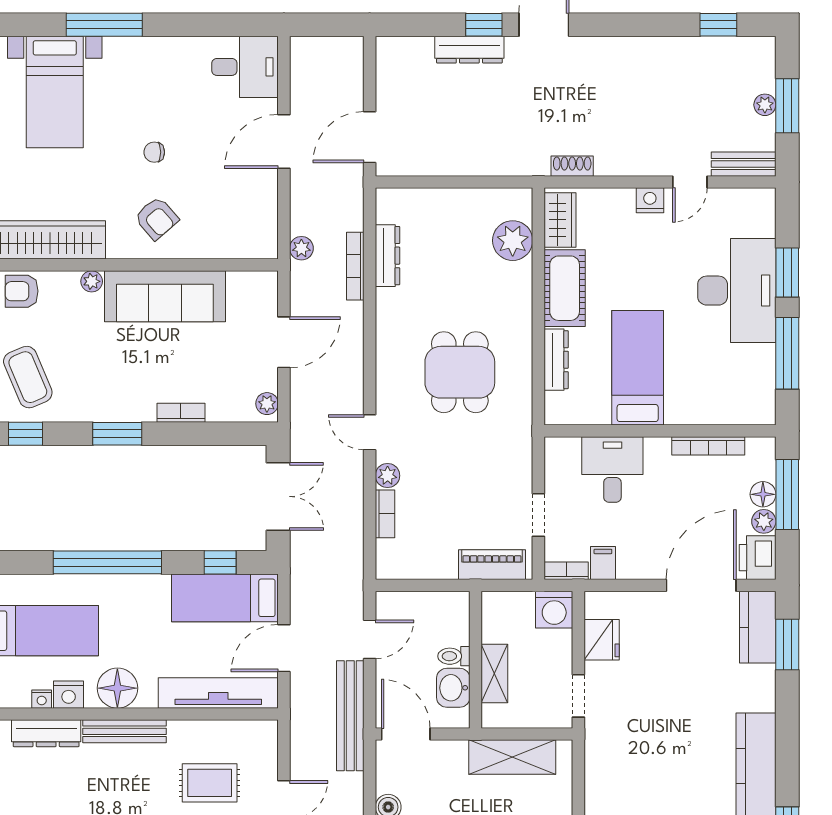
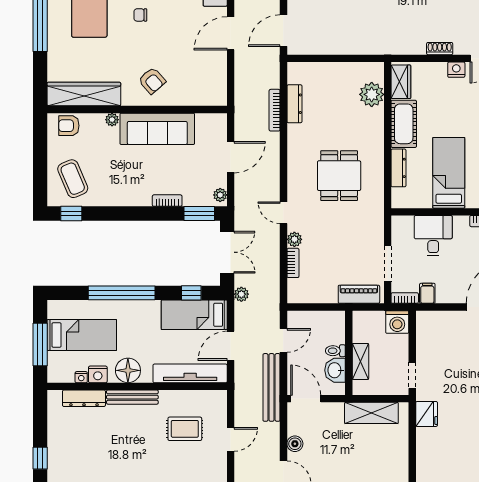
chair: (154, 152) -> (140, 15), moved
shoe rack: (572, 166) -> (440, 49), moved
plant: (301, 248) -> (241, 294), moved
window: (117, 434) -> (199, 214), moved
doorway: (538, 515) -> (388, 264), width x1.38
fridge: (602, 640) -> (427, 414), moved

